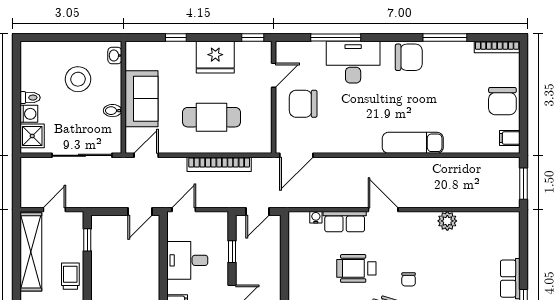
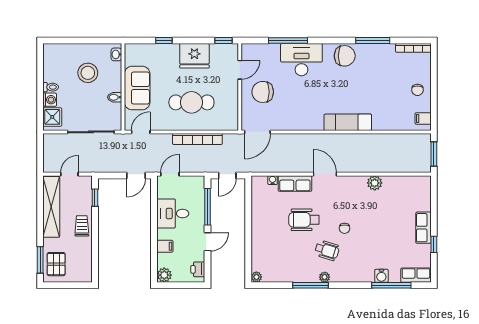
chair: (502, 101) -> (417, 90), width x0.54, depth x0.54
window: (232, 252) -> (207, 207), width x2.17

